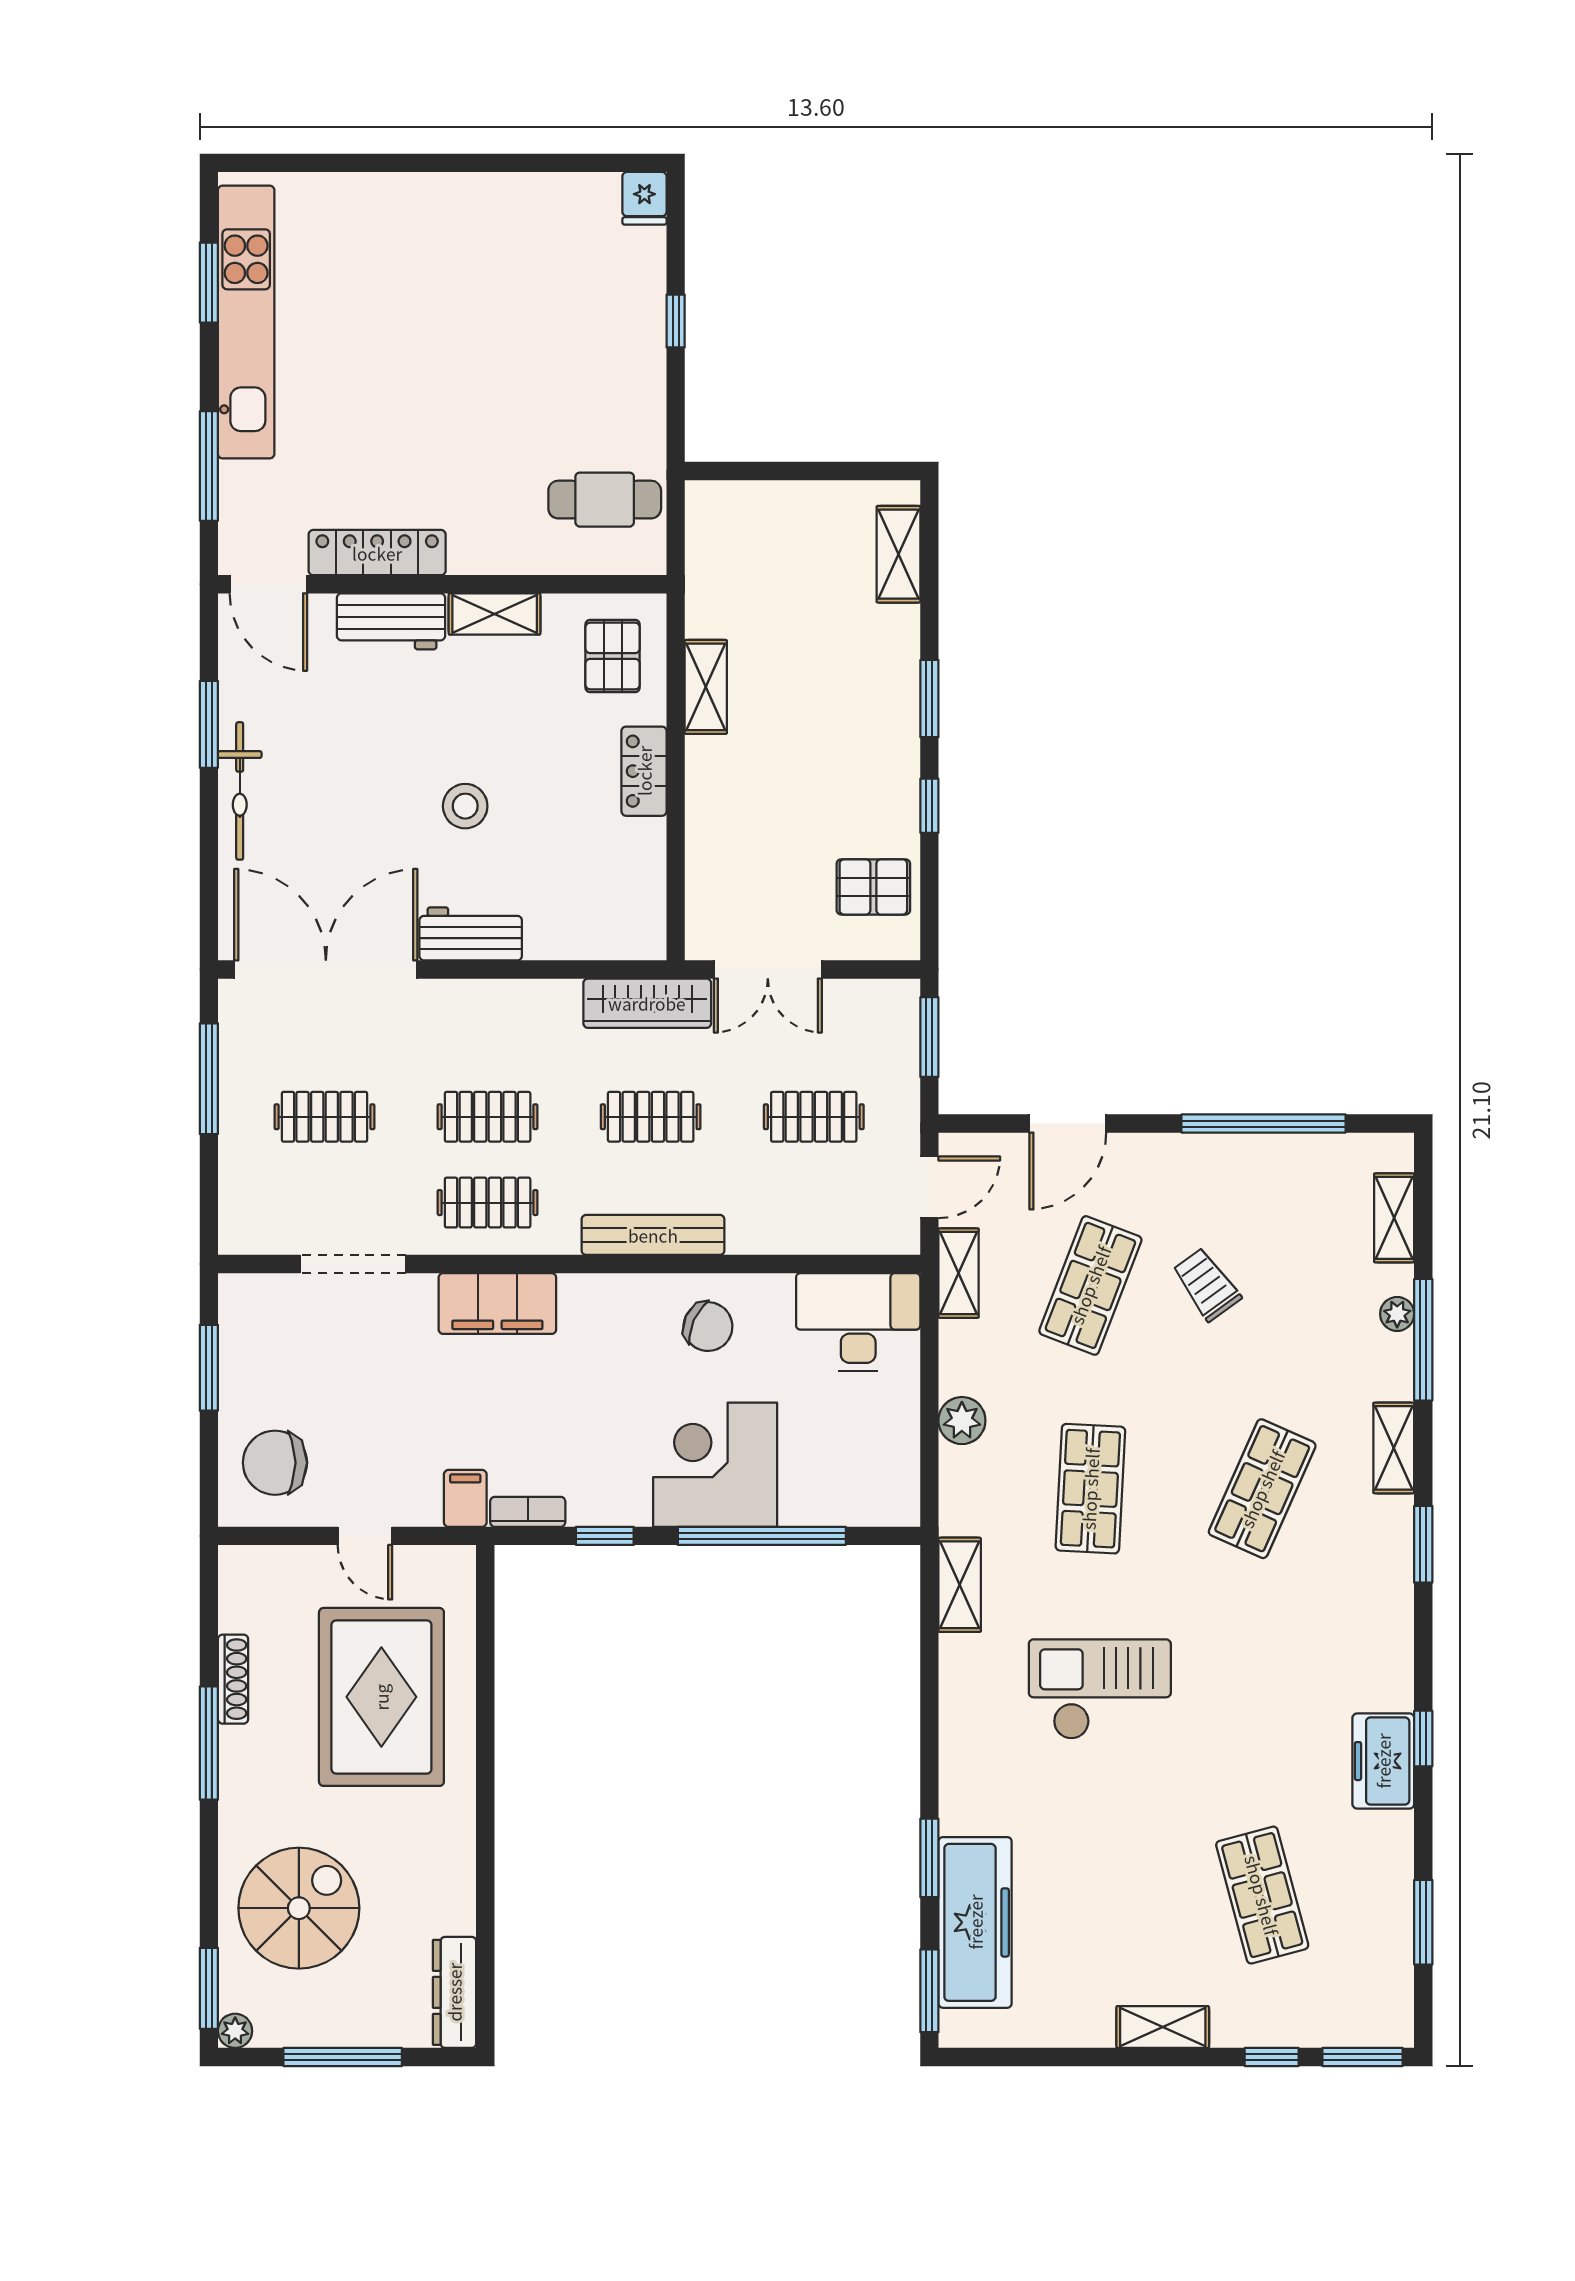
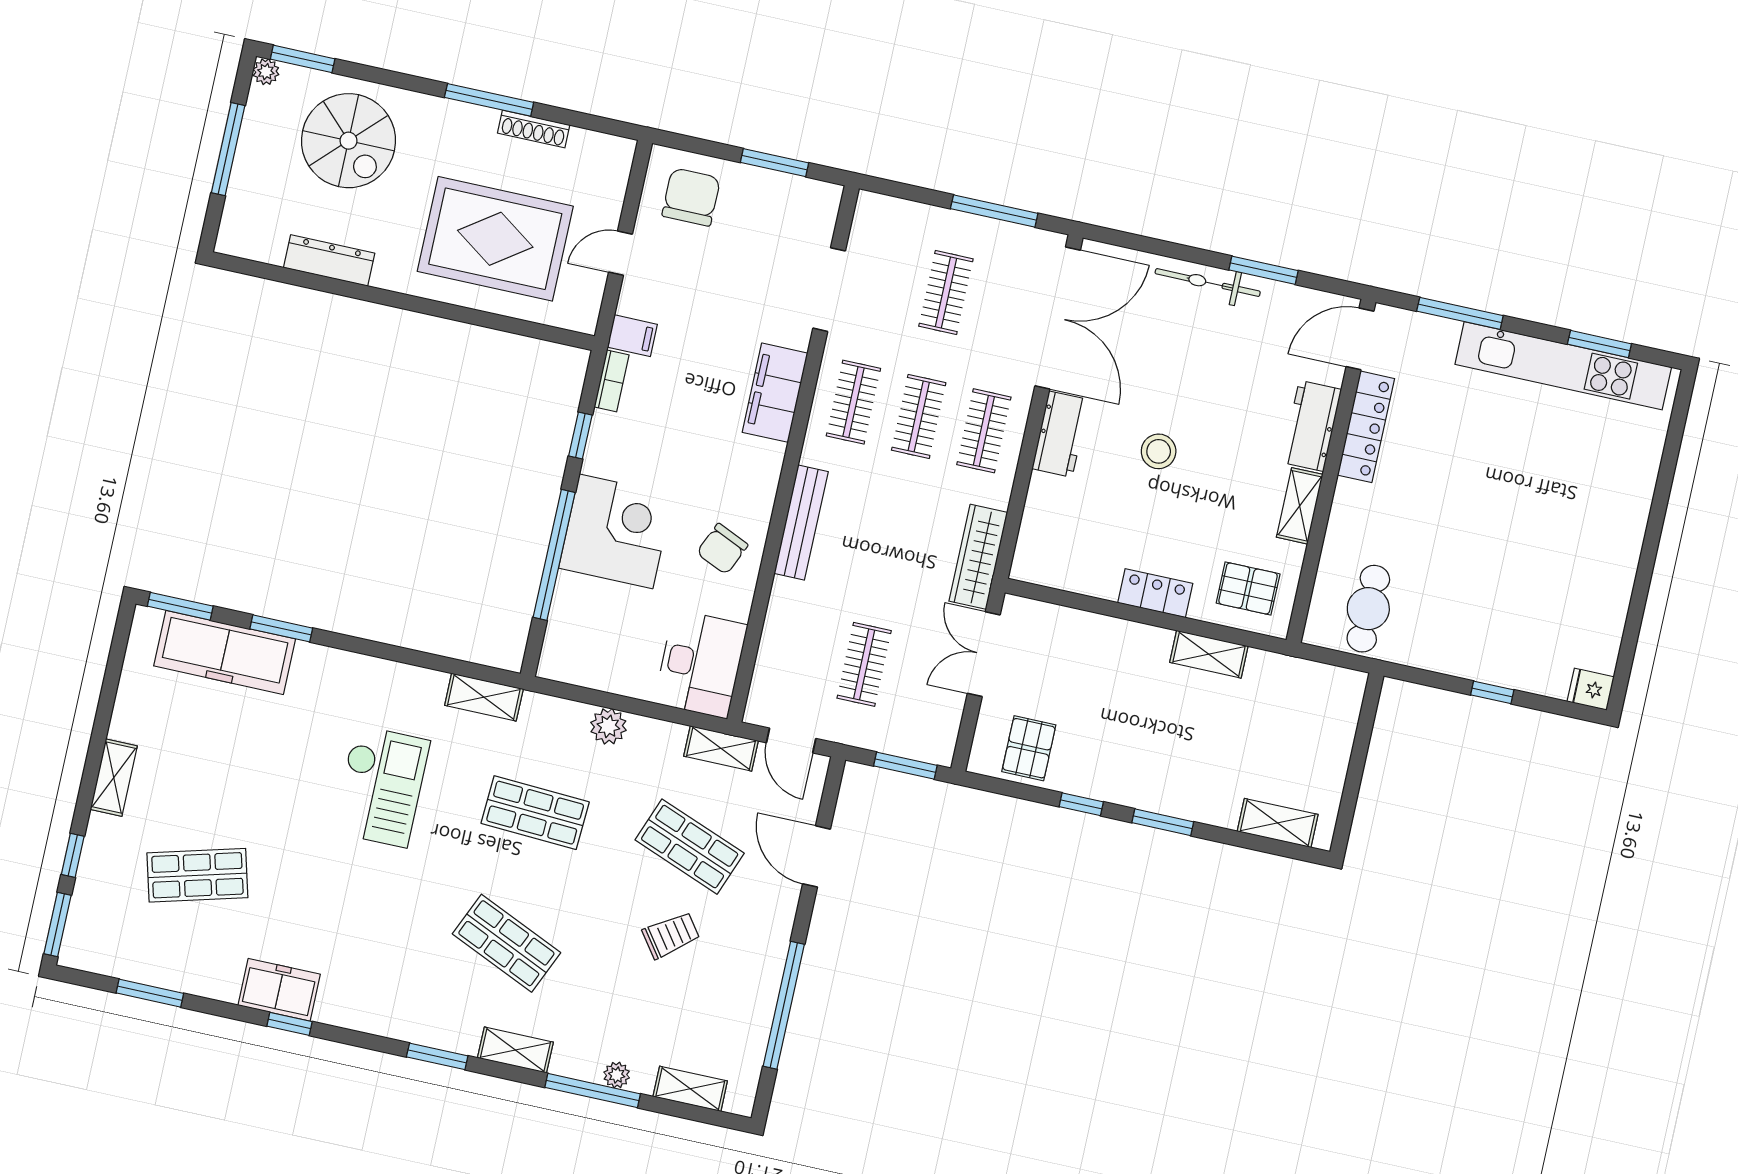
clothes rail: (651, 1117) -> (984, 431), moved
dresser: (454, 1992) -> (329, 260), moved

